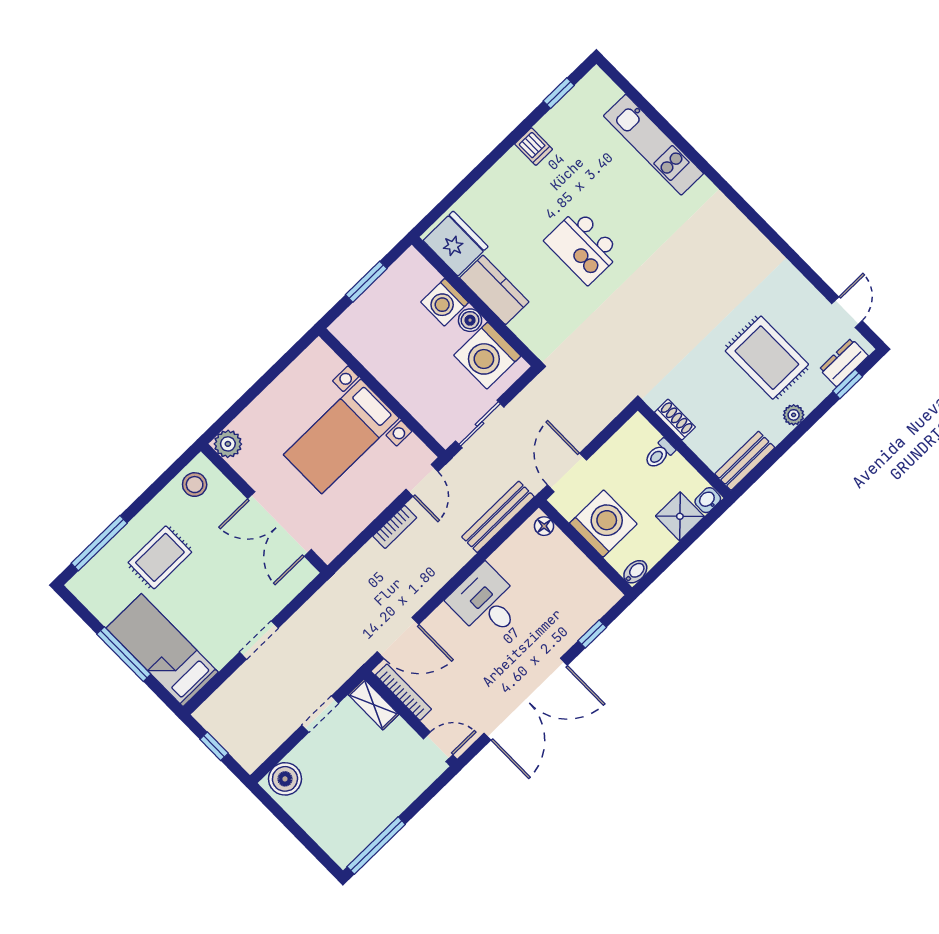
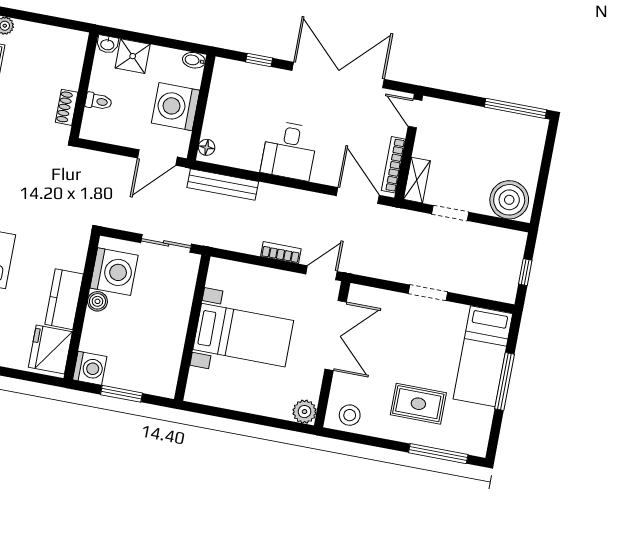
washing machine: (445, 302) -> (90, 368), moved
bench: (745, 461) -> (61, 38), removed
door: (422, 480) -> (322, 273), moved
boiler: (285, 779) -> (509, 200), width x1.37, depth x1.37

